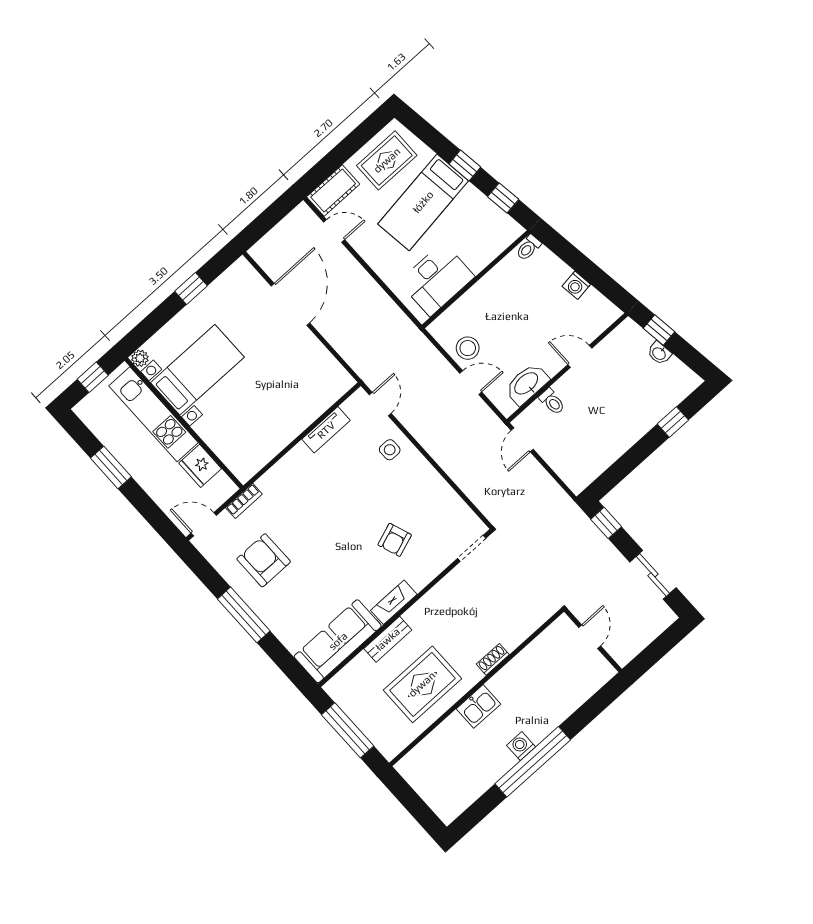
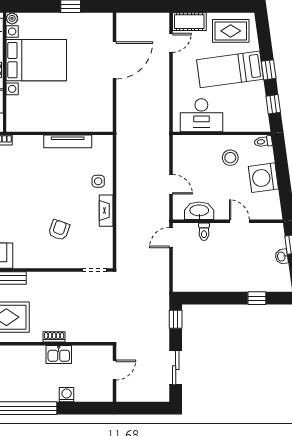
door: (334, 231) -> (171, 43), hinge flipped
washing machine: (576, 285) -> (263, 178), width x1.89, depth x1.89
stool: (468, 348) -> (230, 158), moved
bed with nightstands: (197, 370) -> (36, 60), width x1.36
door: (380, 404) -> (114, 153), removed
tv unit: (326, 430) -> (68, 141), width x1.41
armchair: (395, 540) -> (59, 230), turned 129
fireplace: (394, 602) -> (106, 211), moved, turned -90
kitchen sink: (478, 706) -> (59, 354), moved
washing machine: (521, 746) -> (67, 395), moved

